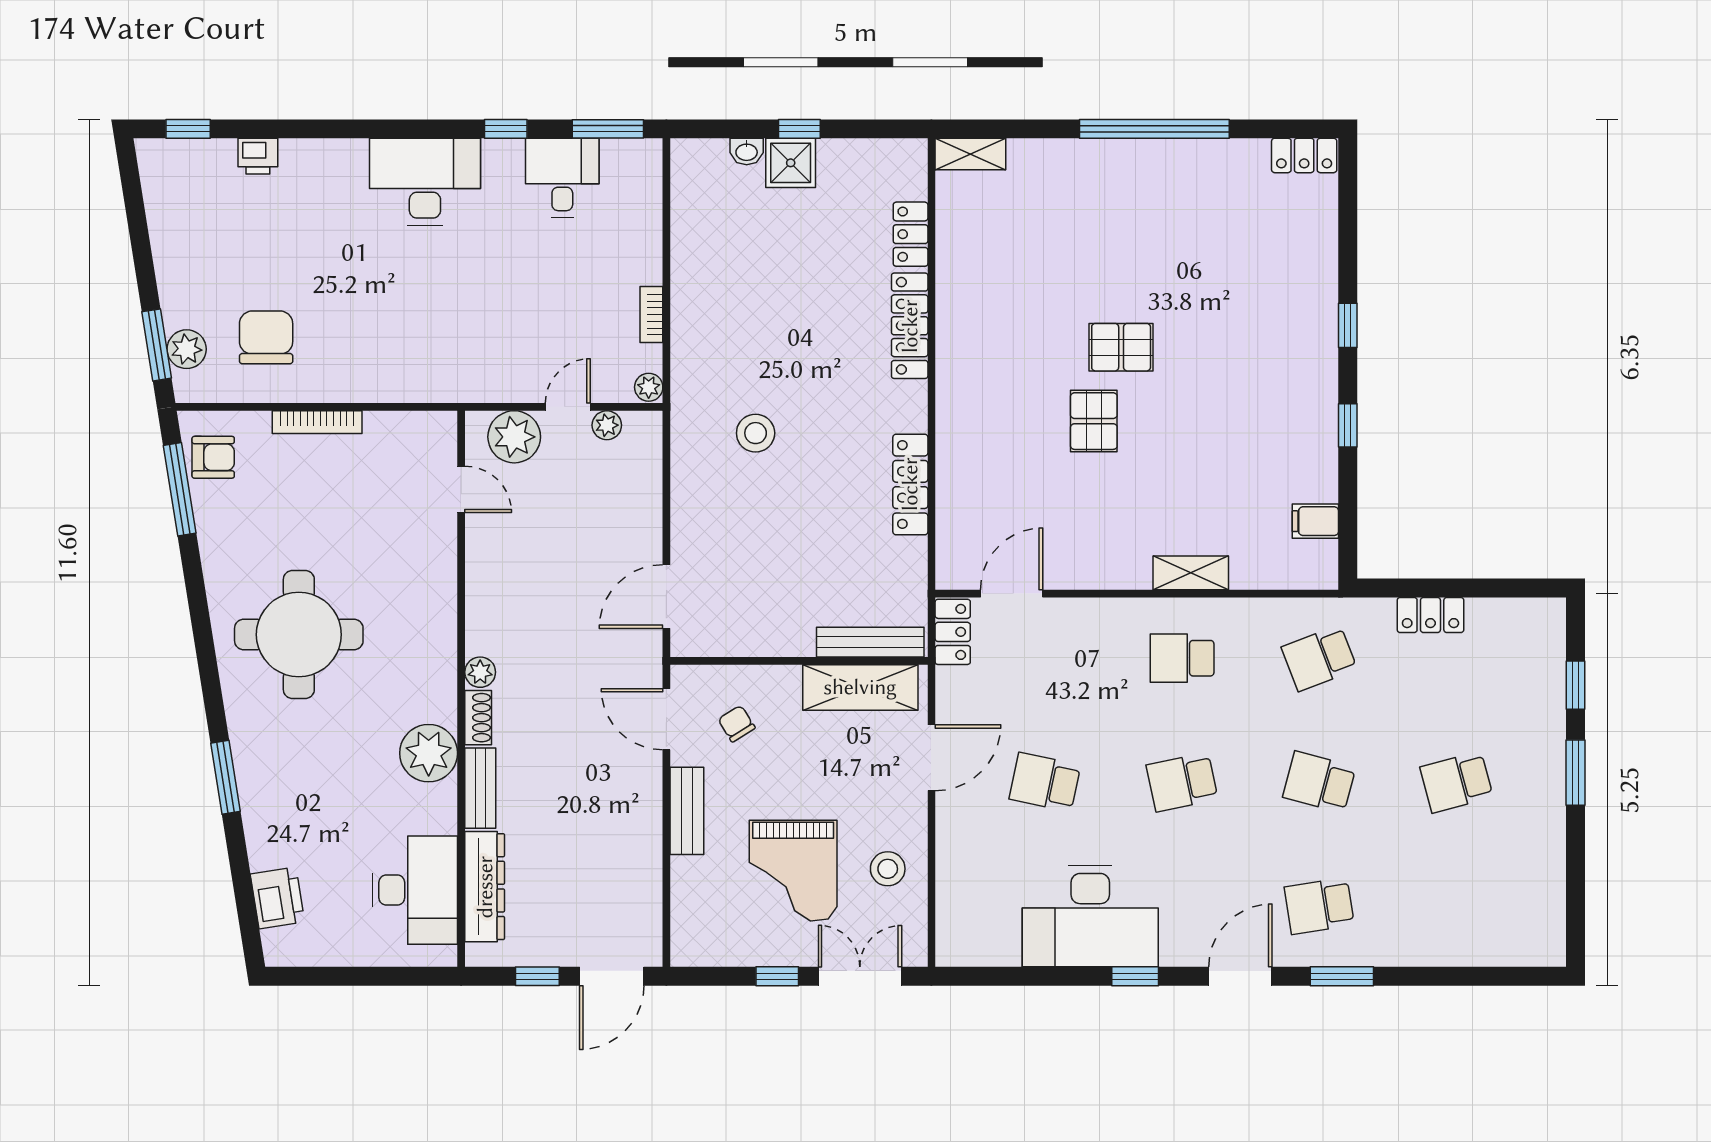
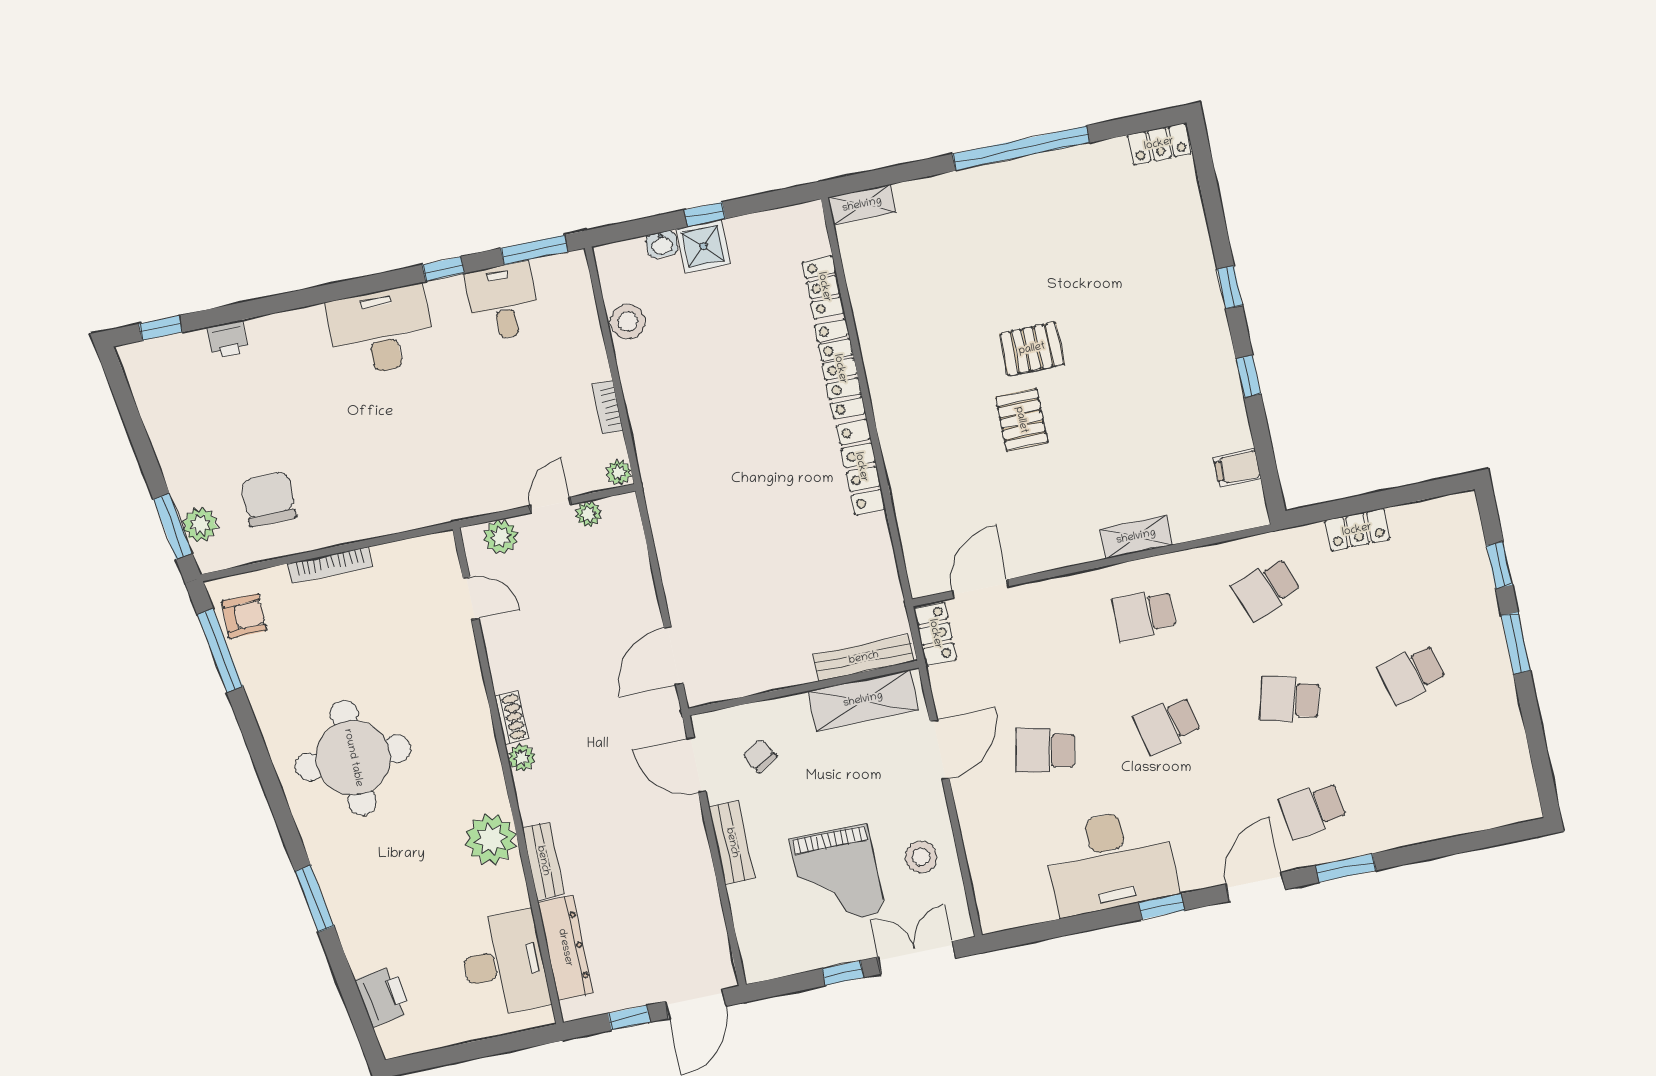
stool: (756, 433) -> (628, 322), moved
plant: (514, 437) -> (501, 537), width x0.73, depth x0.73
locker: (910, 484) -> (861, 467), moved
shoe rack: (478, 718) -> (511, 717), moved

